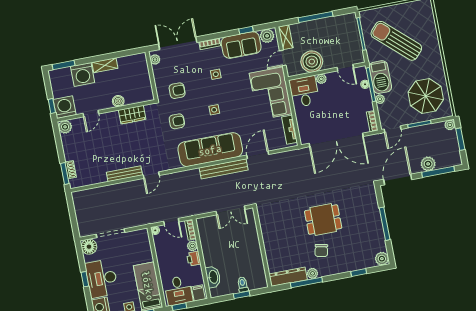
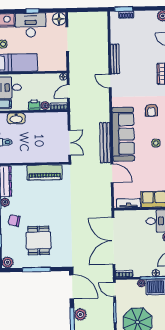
double door: (231, 210) -> (69, 143), swing flipped
dining table: (323, 220) -> (39, 240), moved
piano: (270, 233) -> (45, 172), added
chair: (321, 251) -> (14, 221), moved

